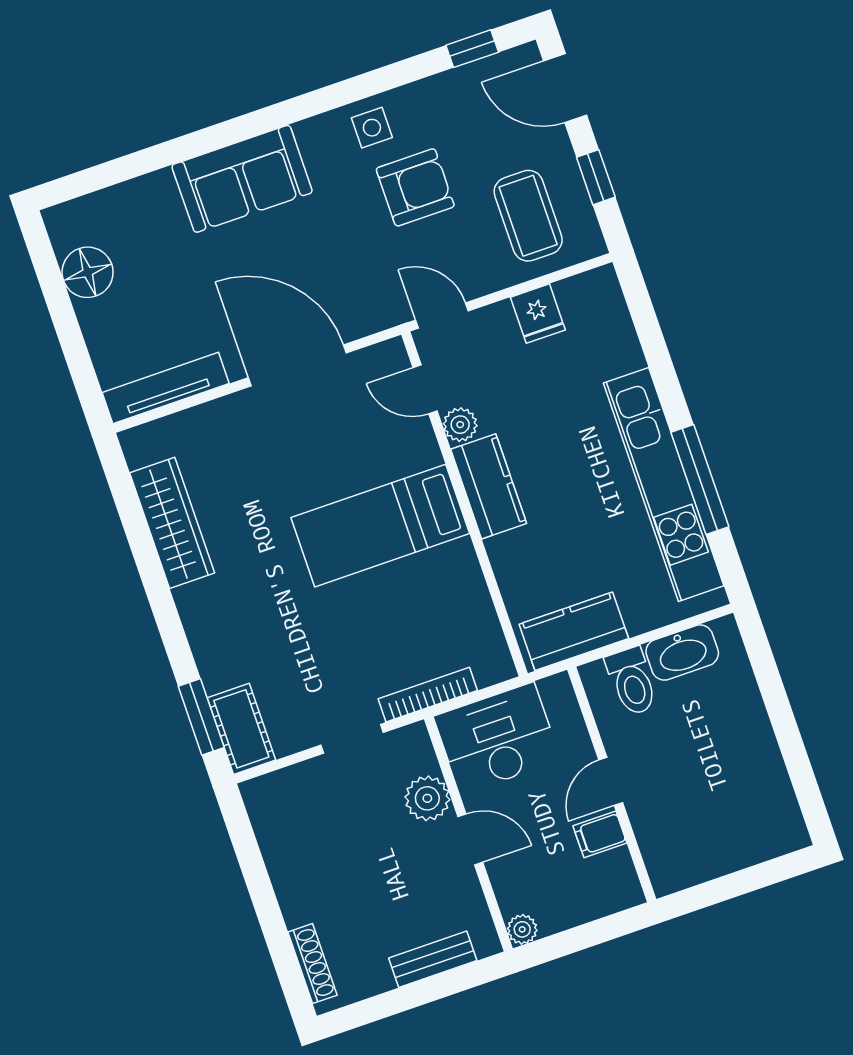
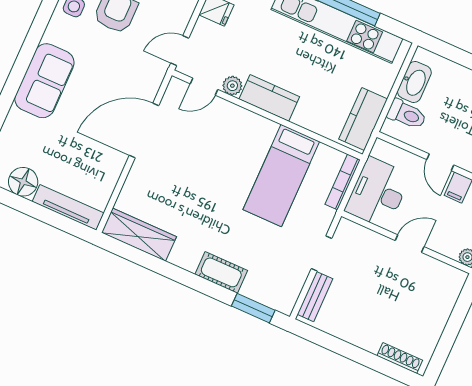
tv unit: (166, 388) -> (68, 207), moved, turned 90
wardrobe: (172, 523) -> (139, 235), moved
bed: (380, 526) -> (281, 176), moved
bookcase: (428, 695) -> (343, 182), moved
cot: (241, 729) -> (221, 272), moved
plant: (427, 798) -> (376, 245), removed
bench: (433, 959) -> (315, 297), moved

